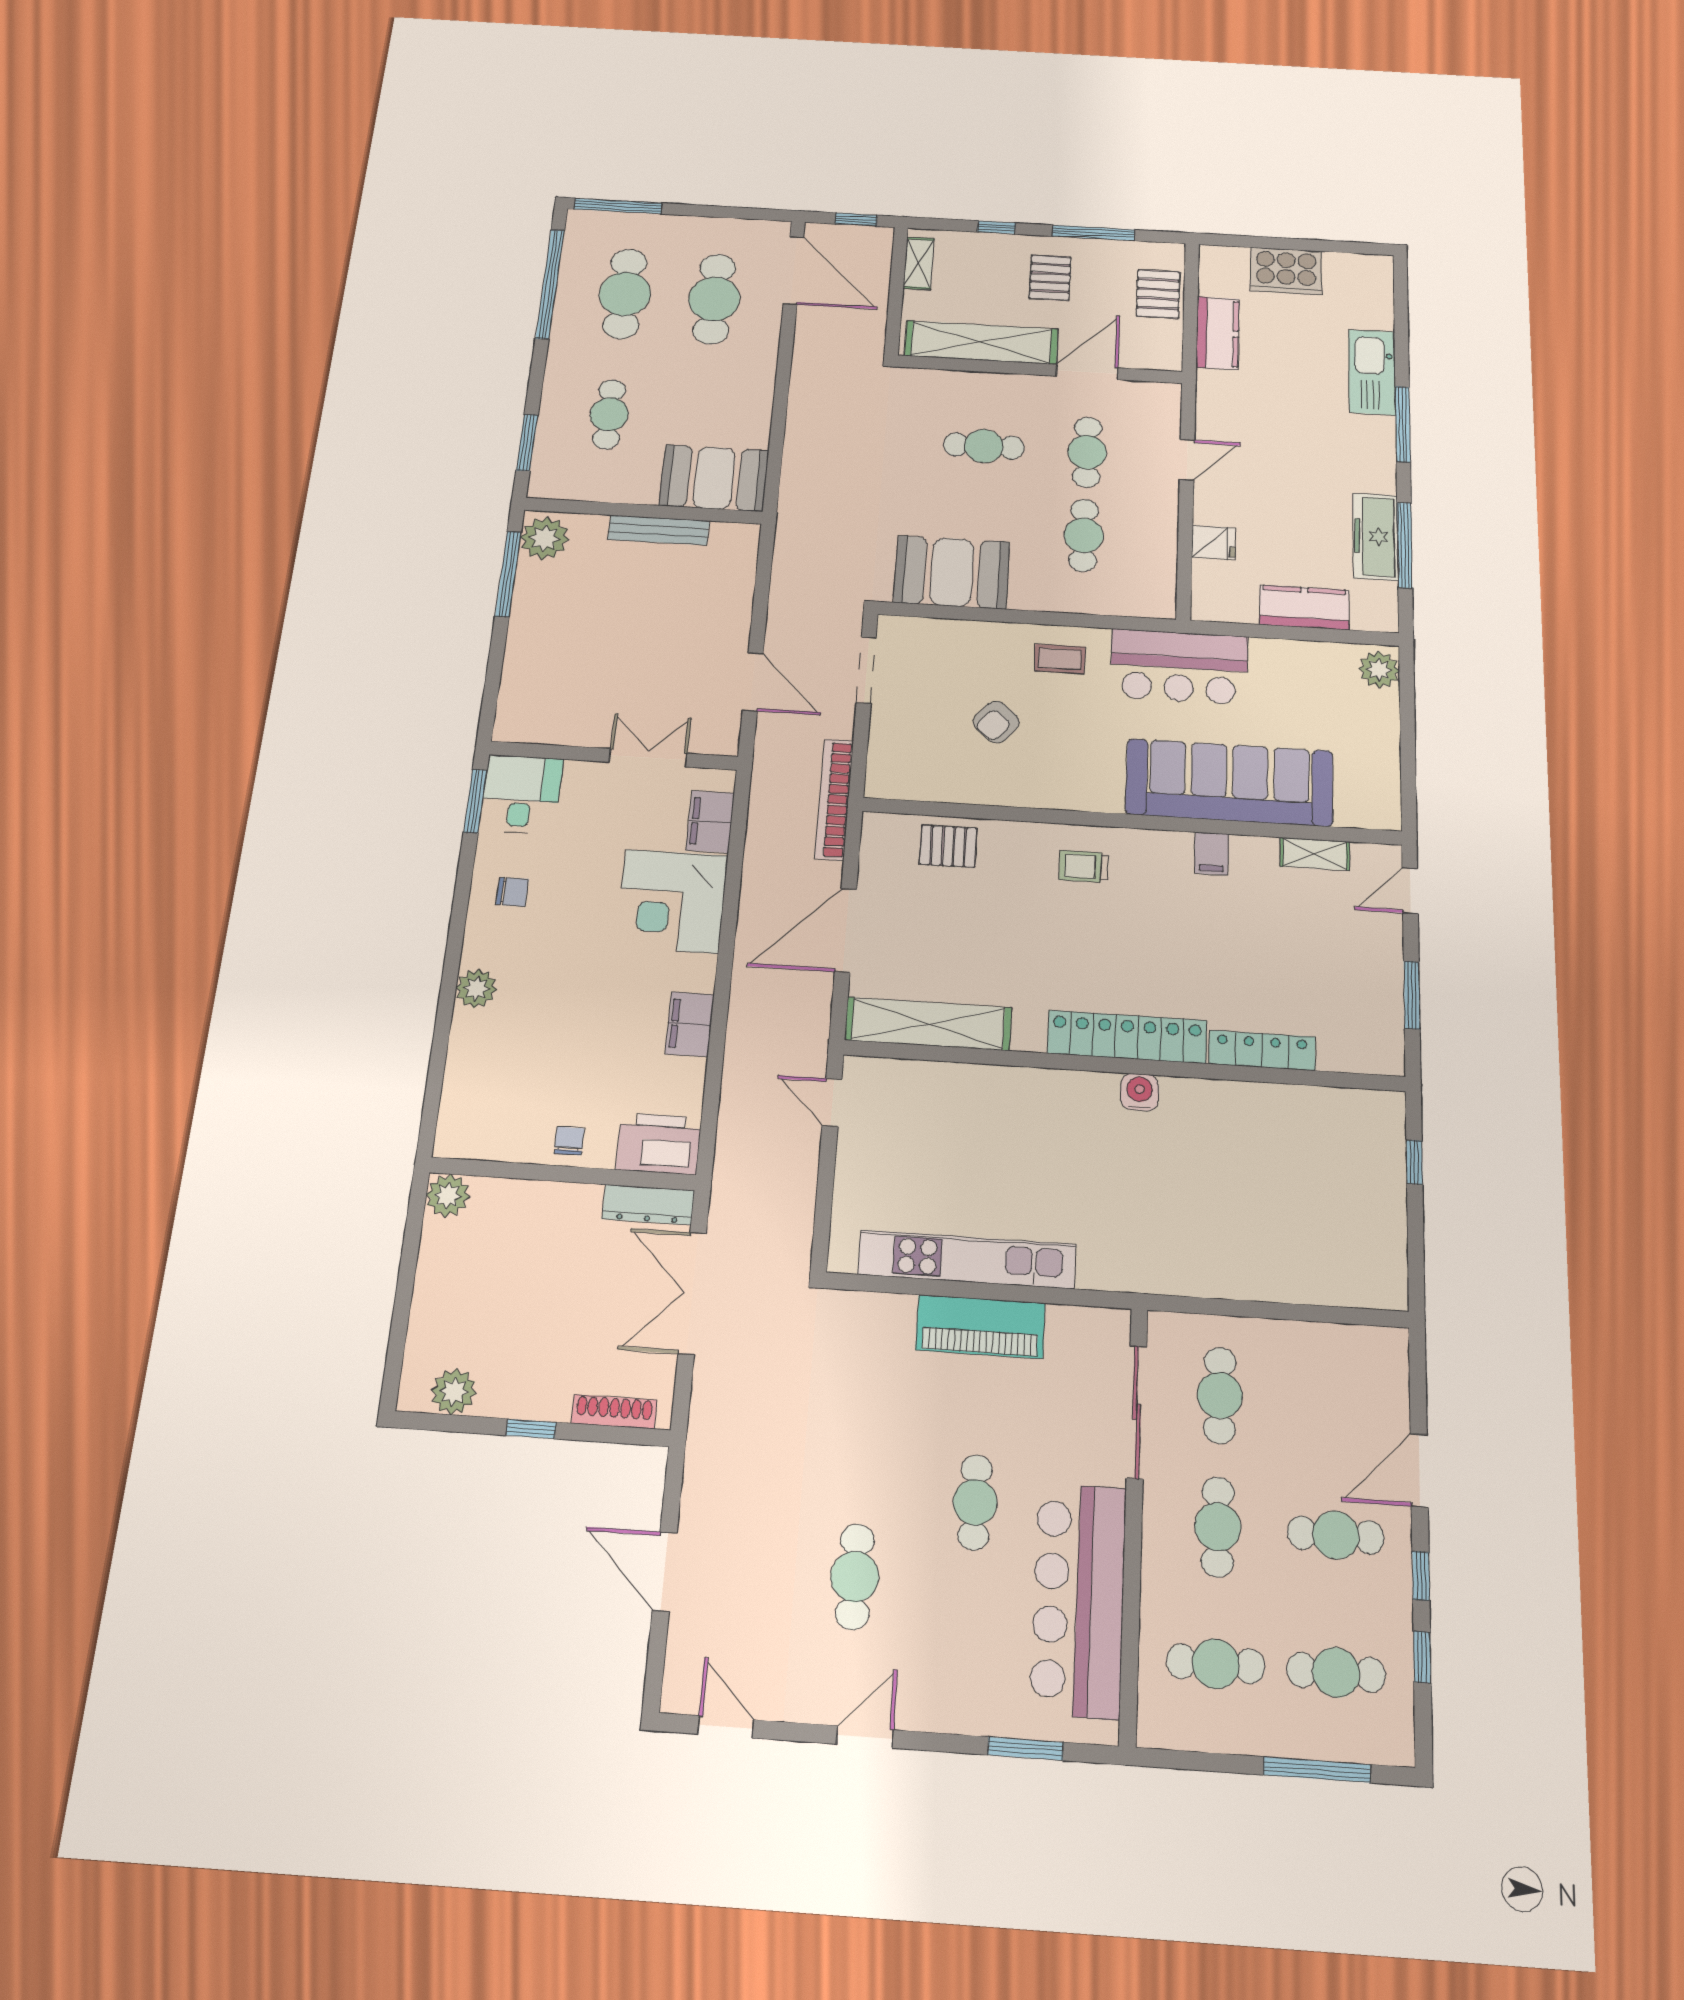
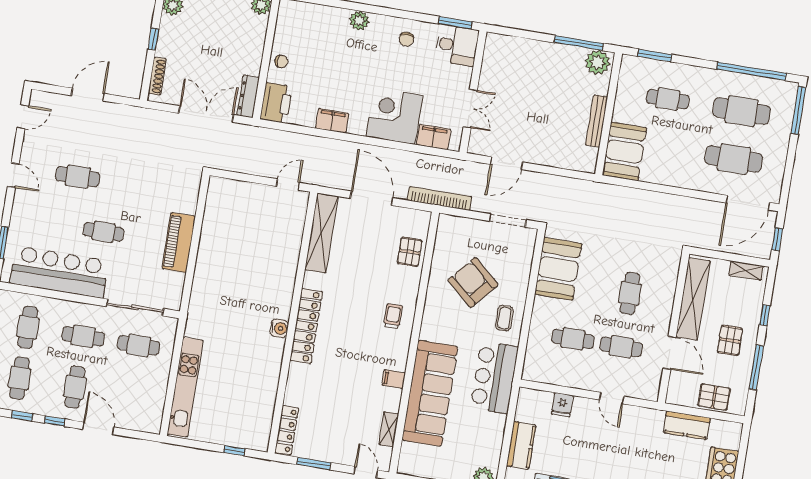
pallet: (1050, 278) -> (730, 340), turned 90
armchair: (996, 722) -> (473, 282), width x1.88, depth x1.88
locker: (1262, 1050) -> (287, 430), moved
kitchen unit: (967, 1259) -> (185, 387), moved

